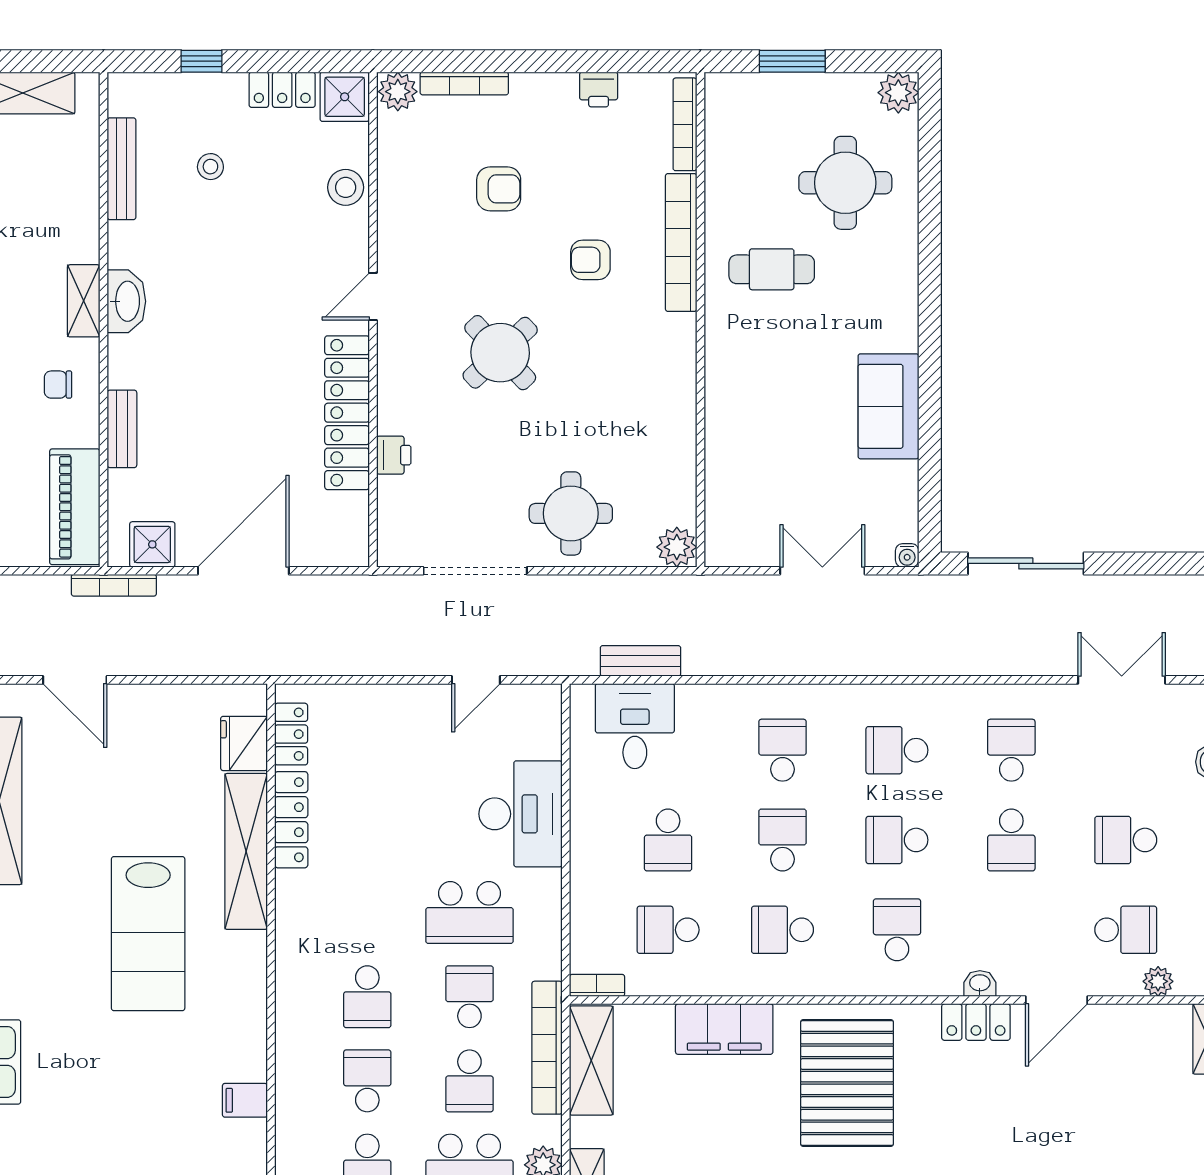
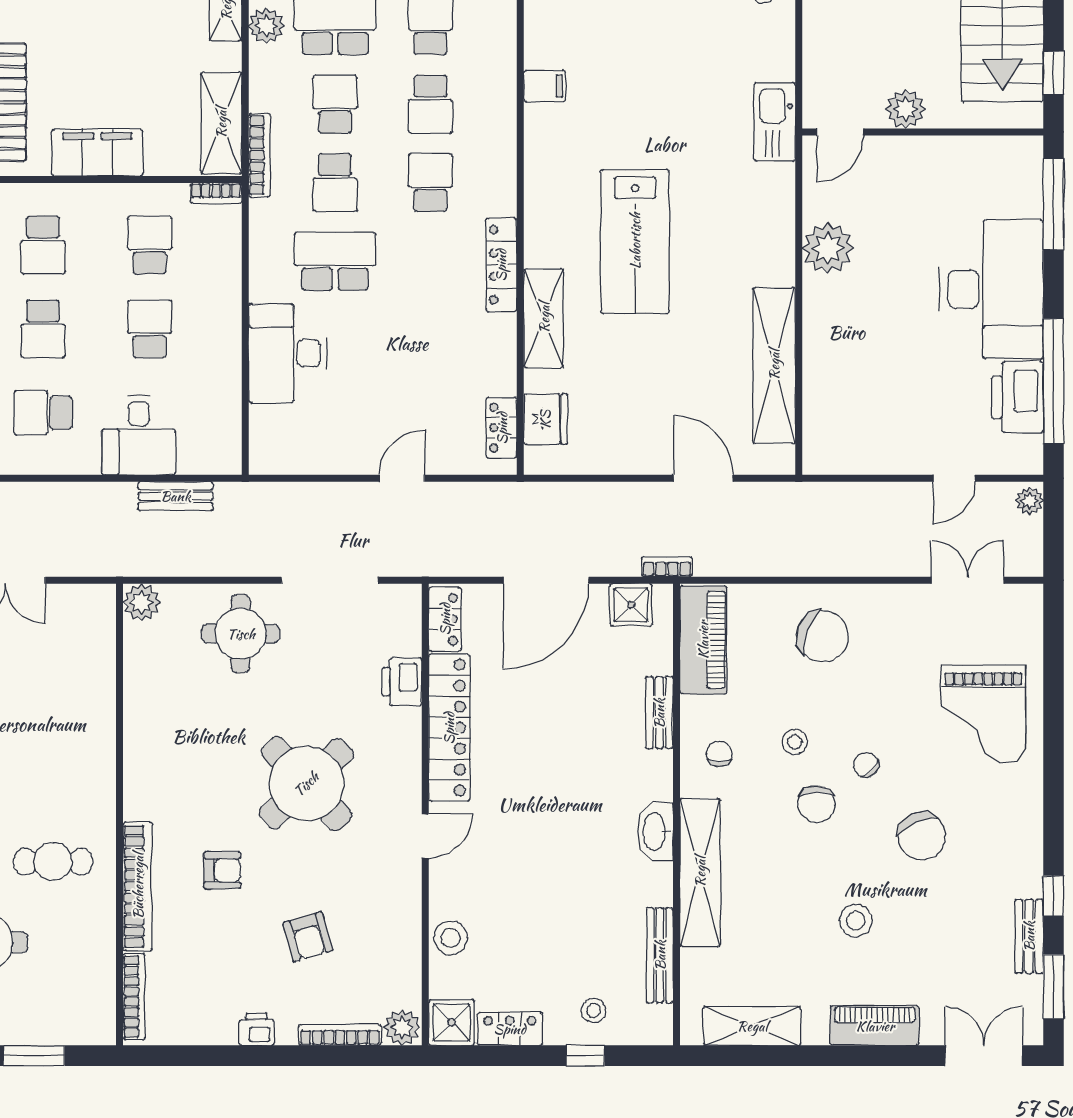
printer: (599, 89) -> (256, 1029), moved
stool: (210, 167) -> (594, 1010), moved
armchair: (499, 189) -> (308, 937), turned -106
shelving: (84, 301) -> (700, 872), width x2.20, depth x1.33
round table: (500, 353) -> (306, 784), width x1.36, depth x1.36
chair: (58, 385) -> (719, 754), turned -90
printer: (394, 455) -> (402, 682), width x1.36, depth x1.24
locker: (352, 529) -> (445, 619), added
bookcase: (114, 585) -> (667, 567), width x0.64
door: (476, 680) -> (402, 478), moved
desk: (635, 726) -> (139, 435), moved
school desk: (782, 750) -> (43, 413), turned 90
locker: (291, 820) -> (501, 265), moved
shelving: (246, 851) -> (544, 318), width x0.68
school desk: (668, 930) -> (150, 245), turned -90
school desk: (782, 930) -> (43, 245), turned 90
lab bench: (148, 934) -> (635, 241), turned 180
bookcase: (547, 1048) -> (259, 155), width x0.68, depth x0.76

